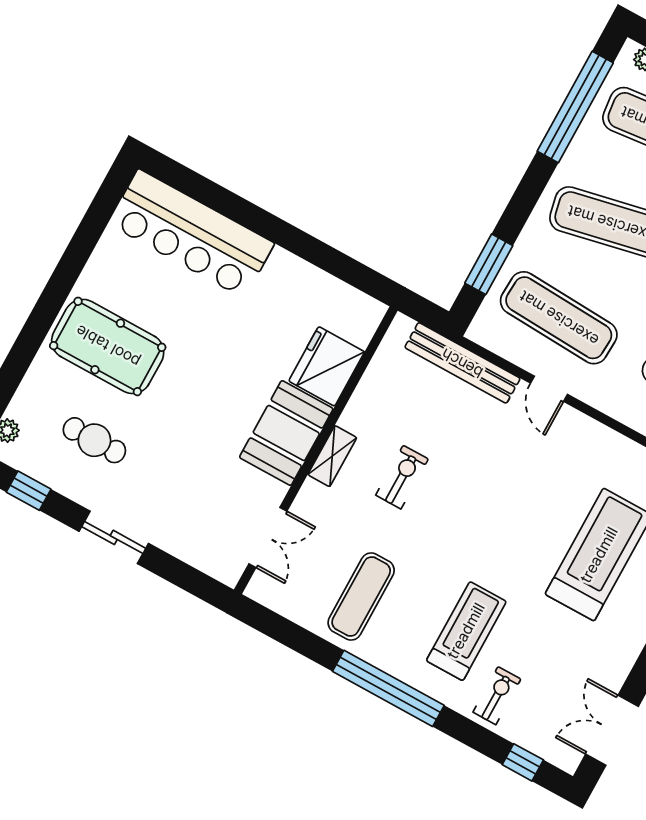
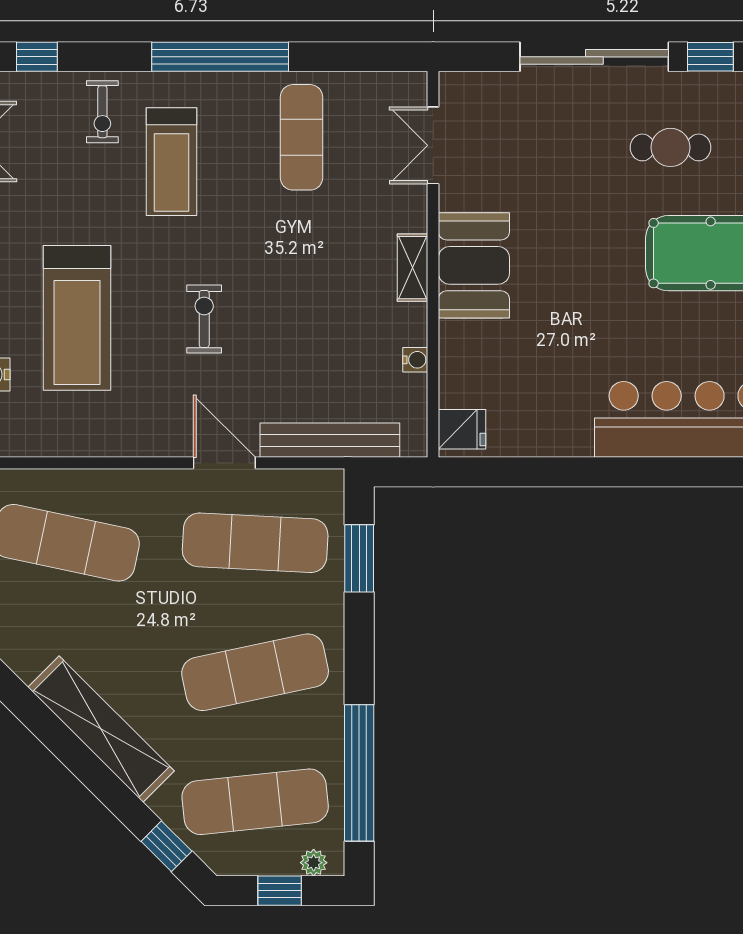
fridge: (327, 366) -> (462, 429), moved, width x0.53, depth x0.75
water cooler: (367, 387) -> (415, 360), added
door: (549, 389) -> (224, 463), width x1.38
exercise bike: (402, 477) -> (204, 319), moved, turned 180
sliding door: (114, 537) -> (594, 57), width x1.86

